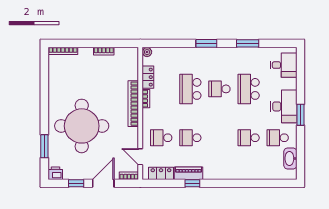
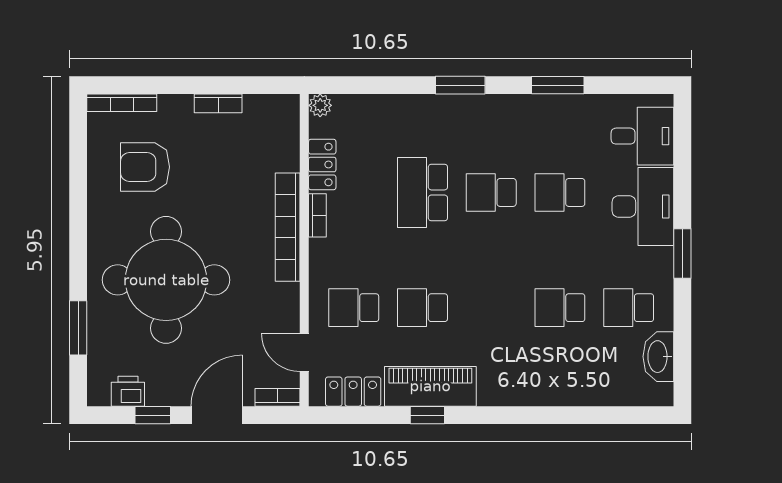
armchair: (73, 78) -> (145, 167), added
school desk: (249, 89) -> (560, 192), width x0.54
desk: (284, 106) -> (643, 206), moved
printer: (55, 173) -> (128, 391), moved
piano: (188, 173) -> (430, 386), width x1.37, depth x1.33

